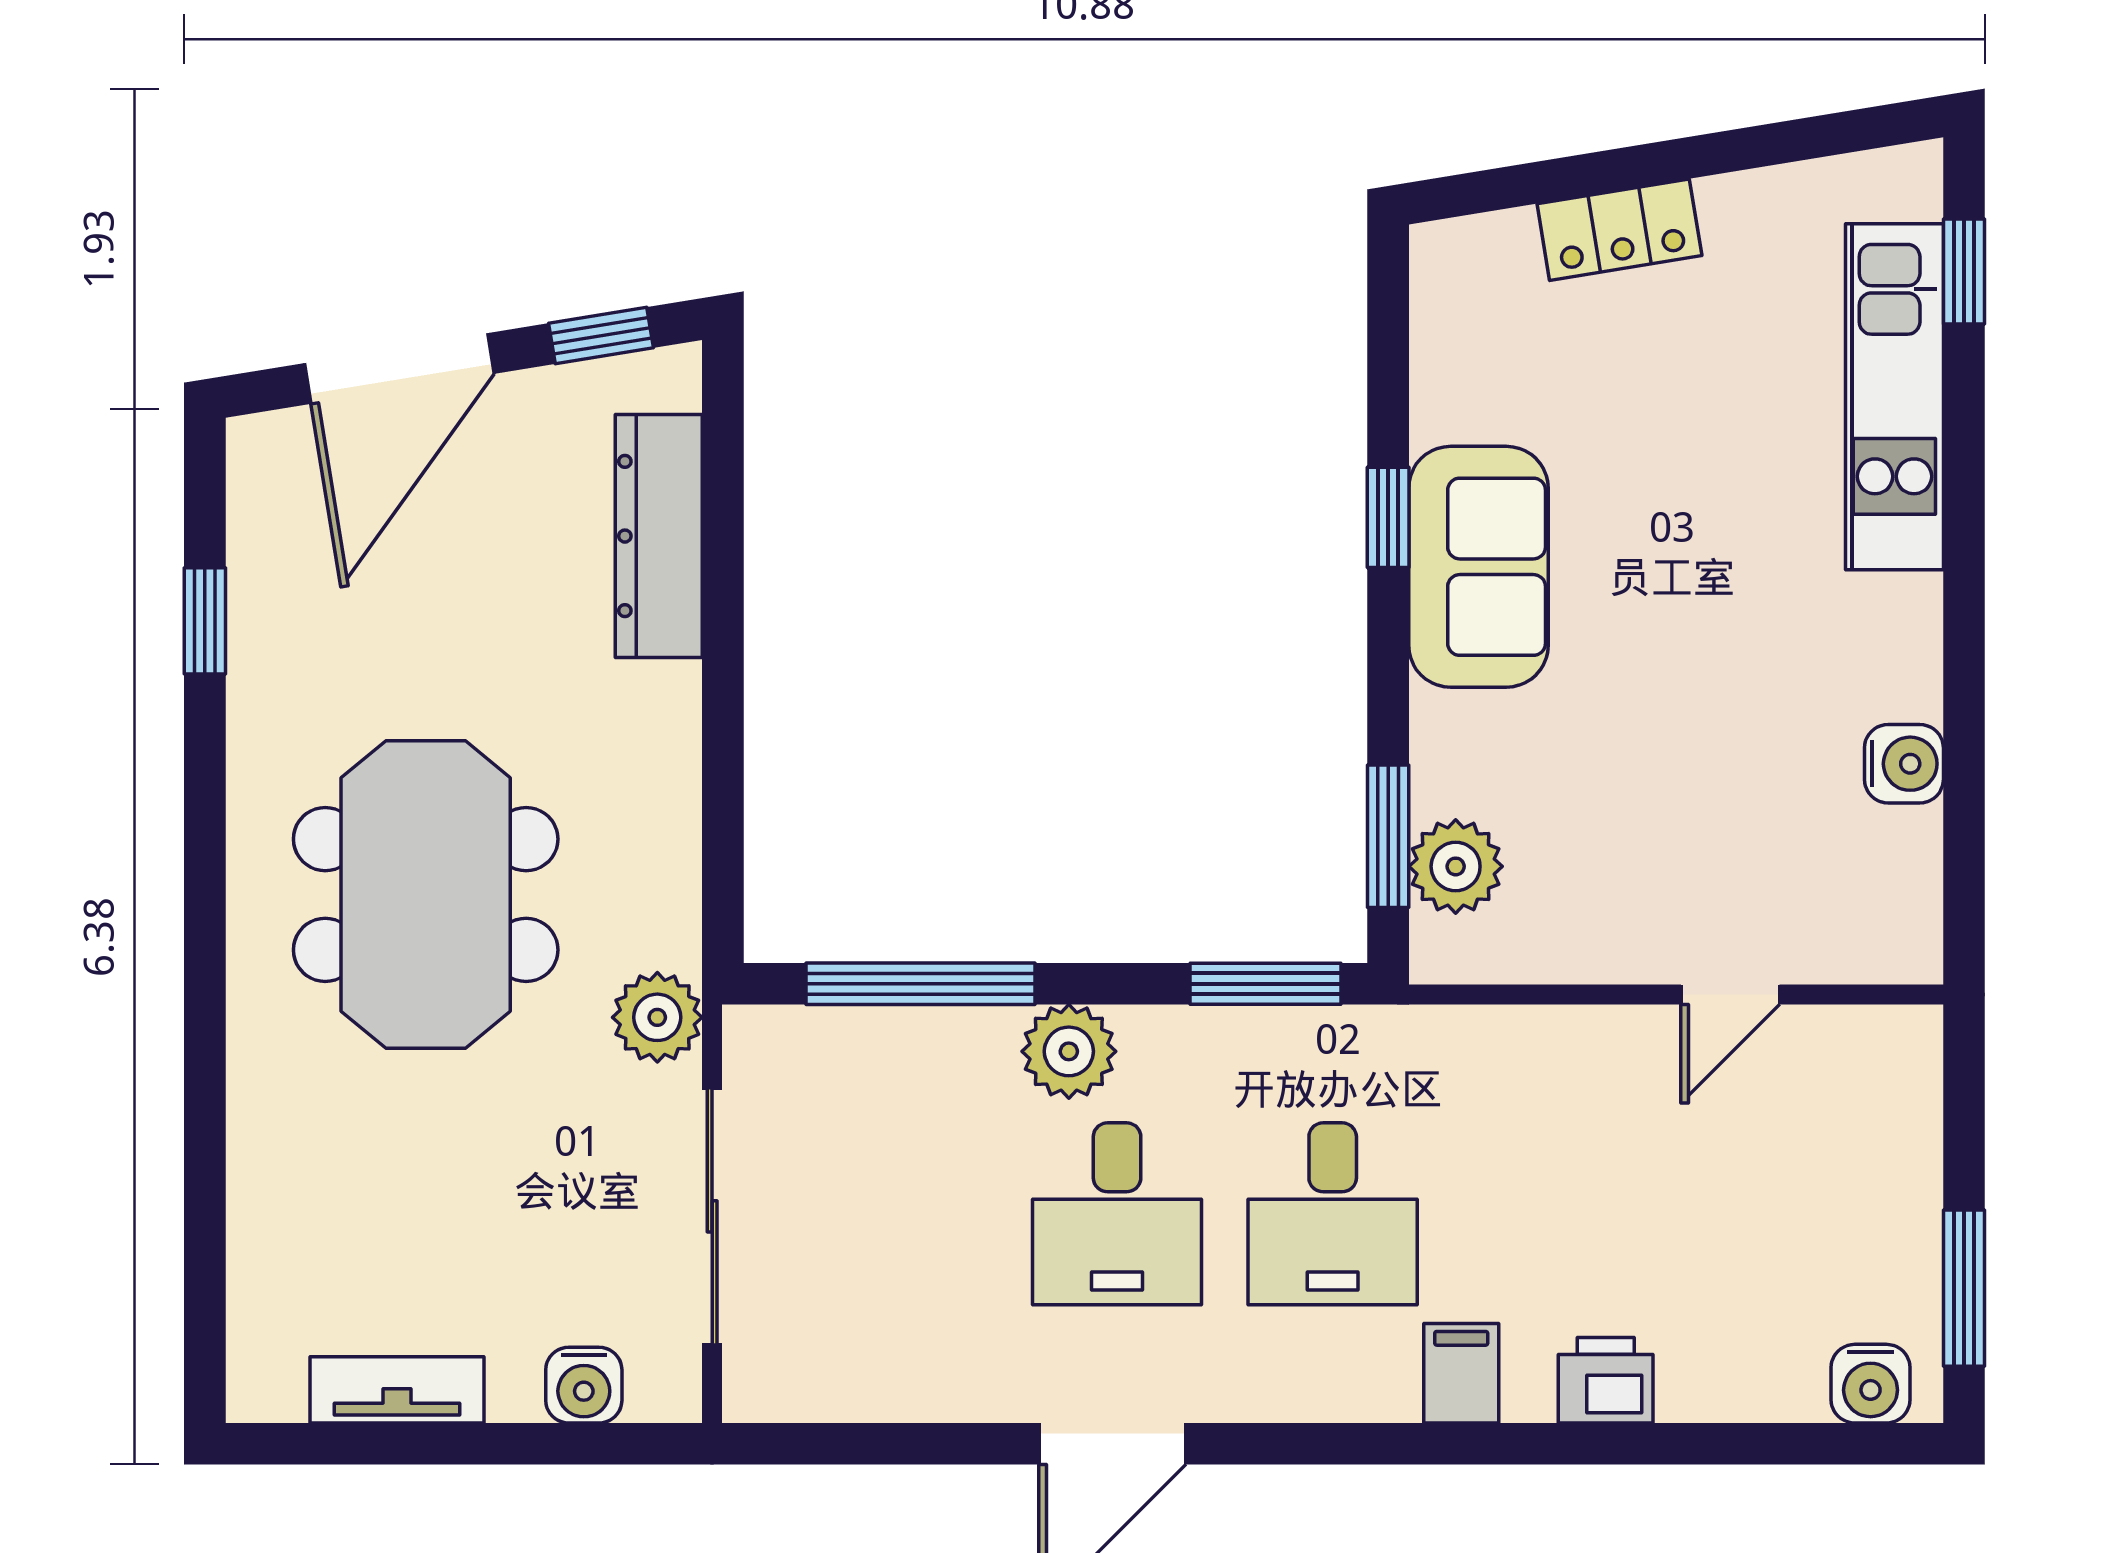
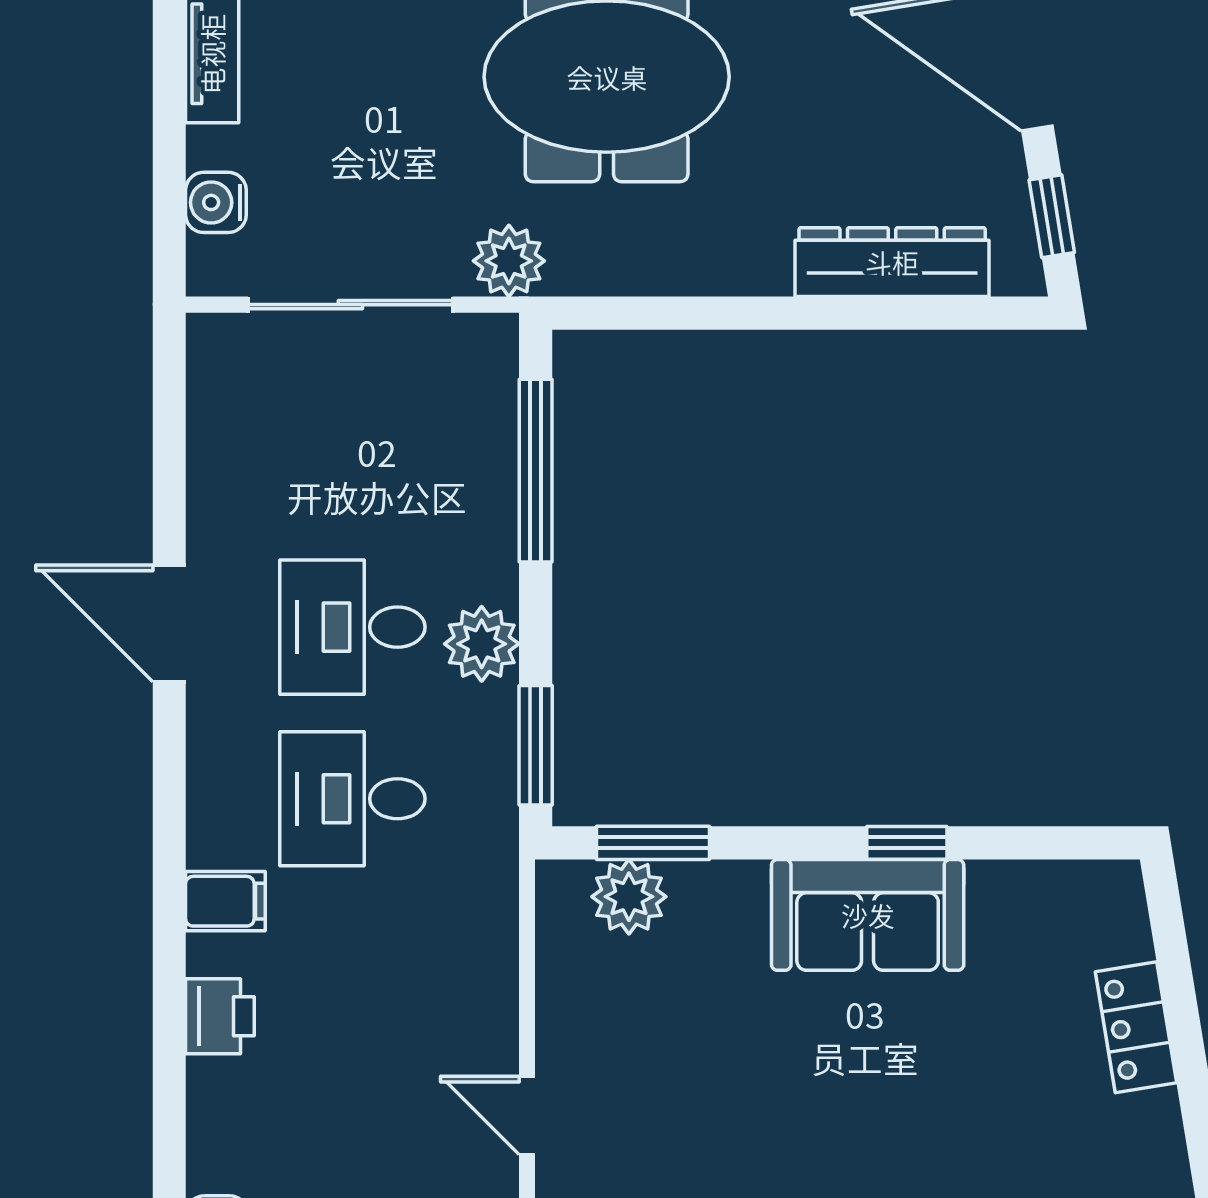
plant: (1069, 1051) -> (482, 644), moved

